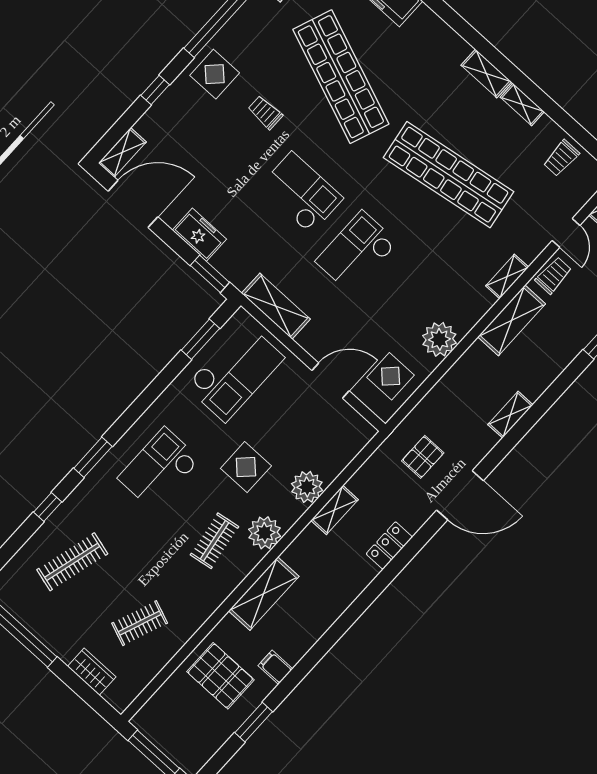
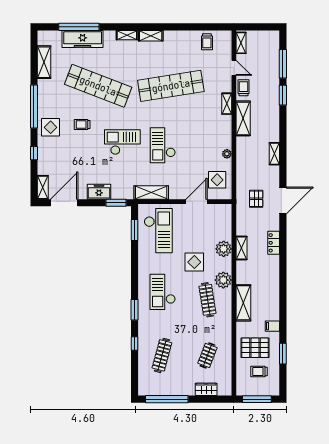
shelving: (522, 104) -> (127, 35), moved
plant: (439, 339) -> (227, 154), width x0.53, depth x0.53
clothes rail: (215, 541) -> (207, 300), width x1.36
trolley: (194, 716) -> (259, 372), added

